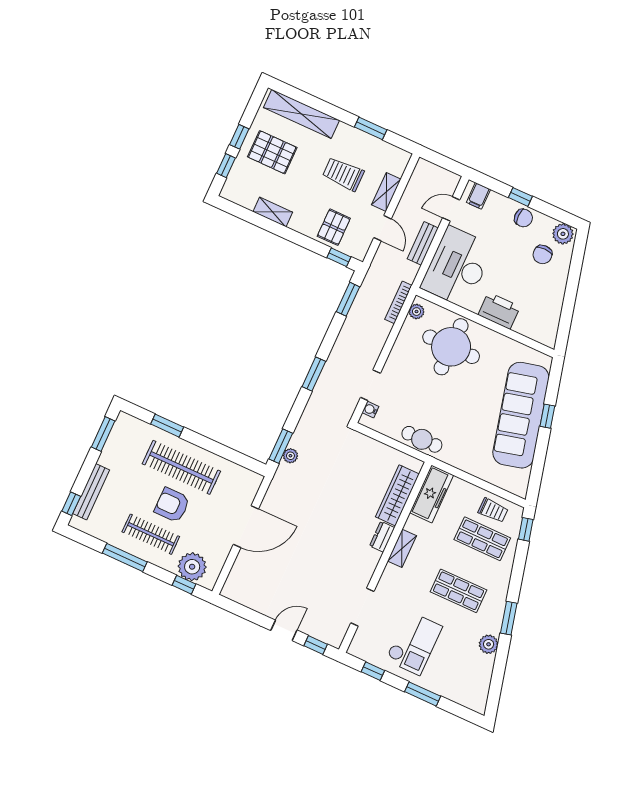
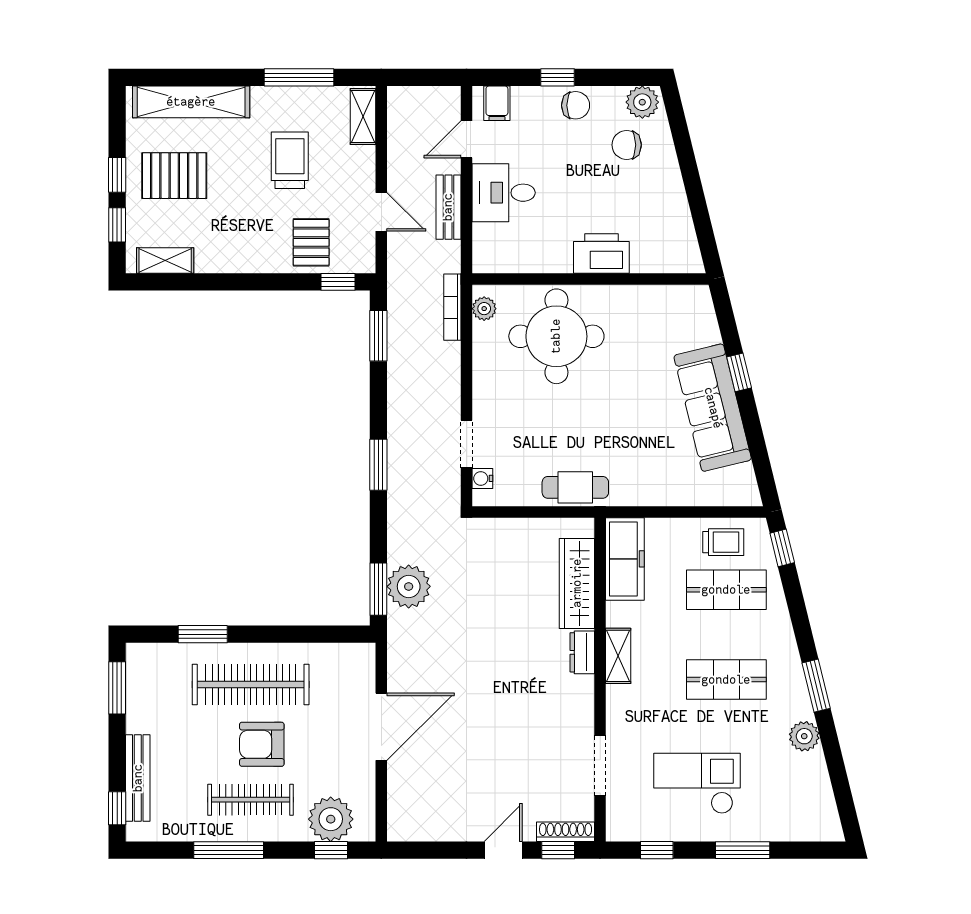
window: (371, 128) -> (299, 77), width x1.44
trolley: (343, 174) -> (290, 160), turned 90
shelving: (386, 192) -> (363, 116), moved
shelving: (273, 212) -> (165, 260), moved
chair: (542, 255) -> (627, 145), turned 90
desk: (457, 267) -> (504, 193), width x0.53, depth x0.77
sofa: (521, 415) -> (713, 408), width x0.74, depth x0.79
plant: (290, 456) -> (409, 586), width x1.87, depth x1.87
shoe rack: (325, 636) -> (566, 832), added
checkout: (414, 643) -> (697, 783), turned -90

